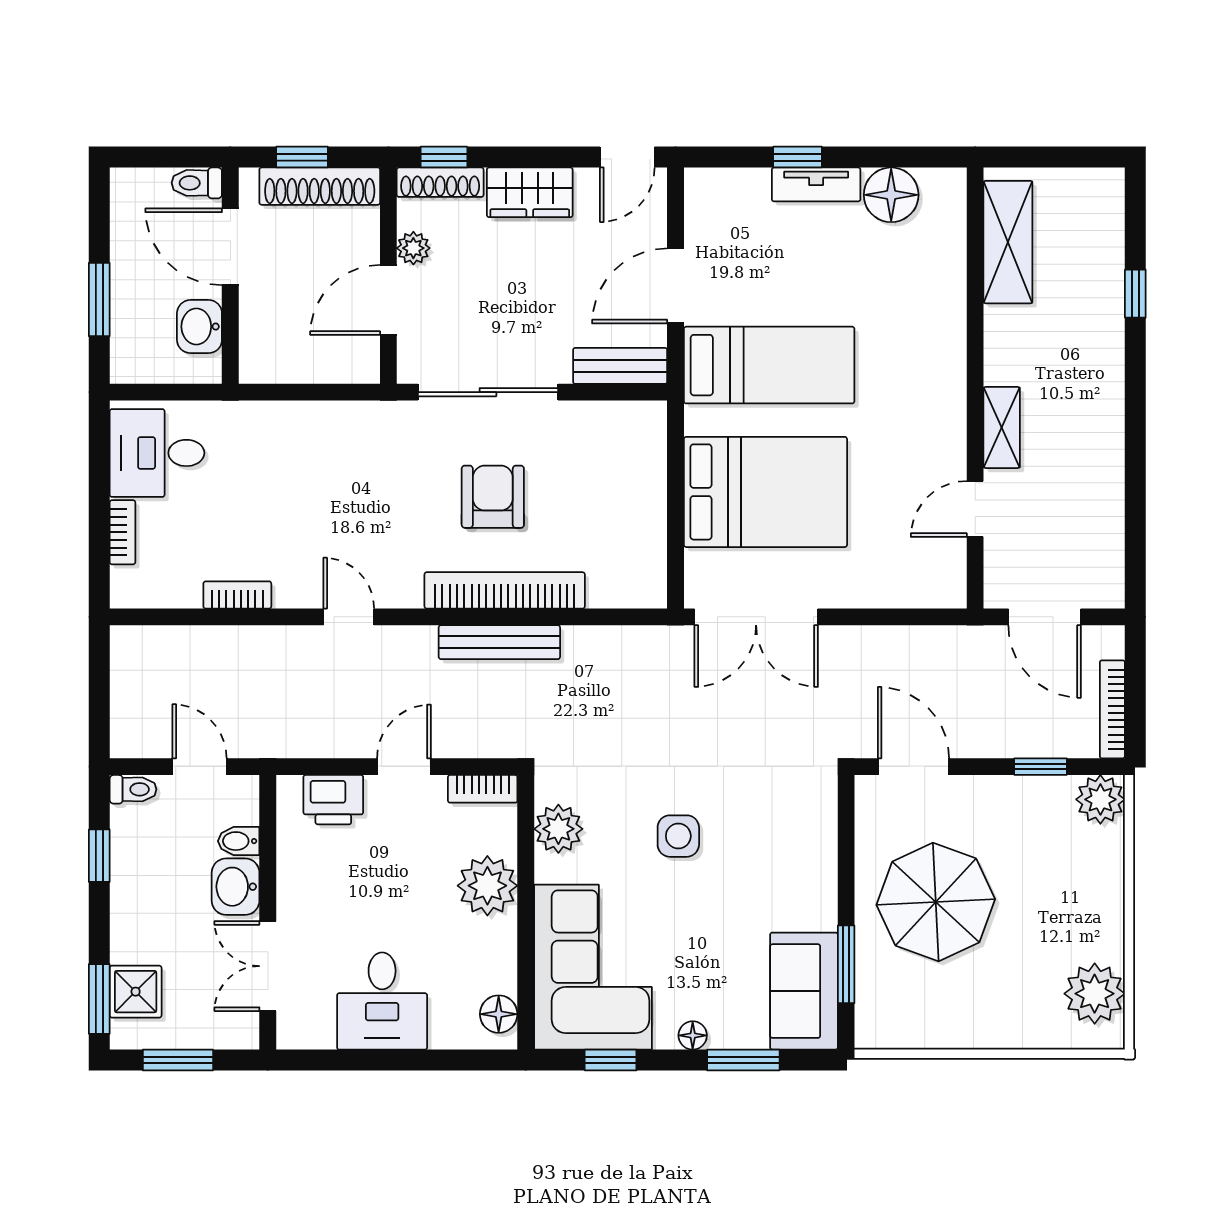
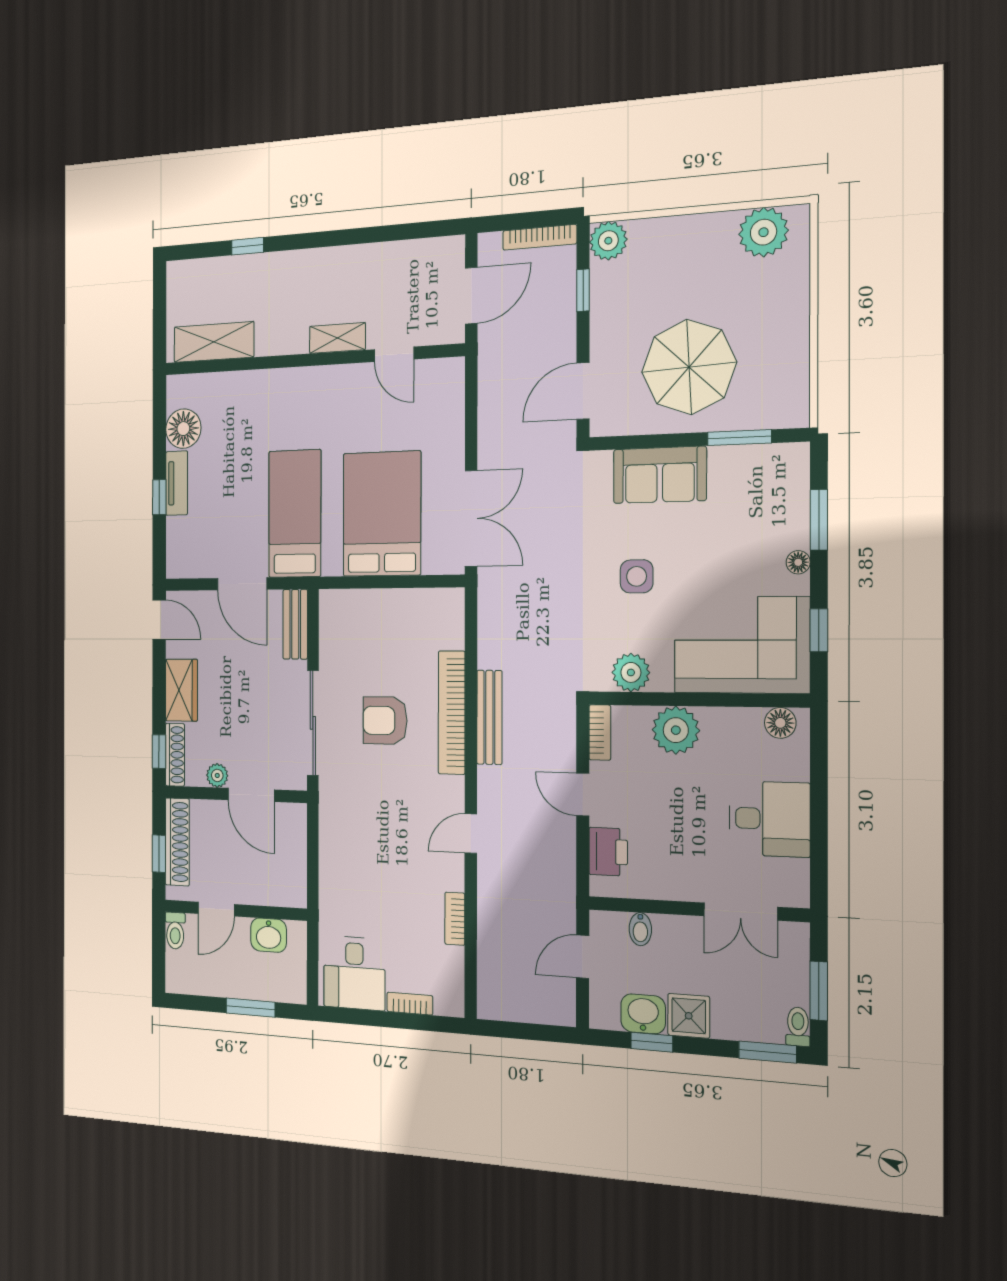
door: (230, 247) -> (216, 909), width x0.73
toilet: (133, 789) -> (798, 1027), moved
washbasin: (236, 887) -> (643, 1014), moved, turned 180
sofa: (804, 991) -> (660, 475), moved
shower: (136, 992) -> (689, 1016), moved

